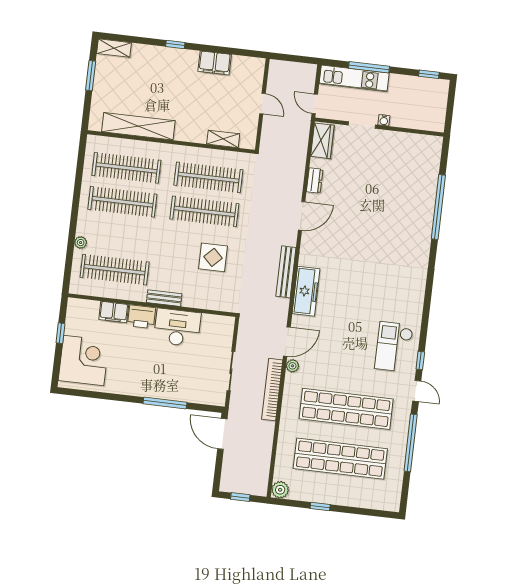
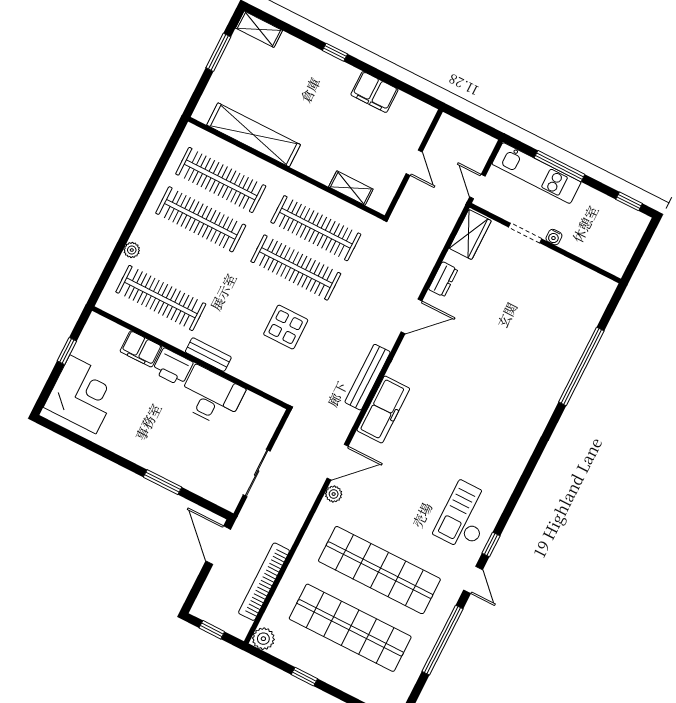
bookcase: (272, 390) -> (264, 582), moved
window: (165, 403) -> (162, 482), width x0.69

